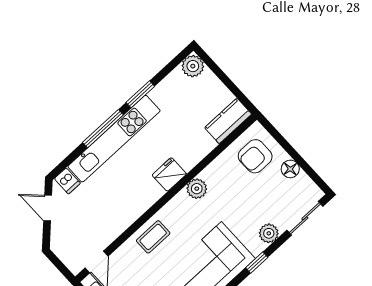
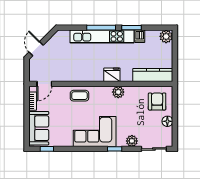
kitchen counter: (228, 121) -> (153, 75), width x1.50
armchair: (255, 156) -> (157, 101), turned 90
dishwasher: (67, 181) -> (140, 36), moved
door: (48, 208) -> (36, 49), moved

